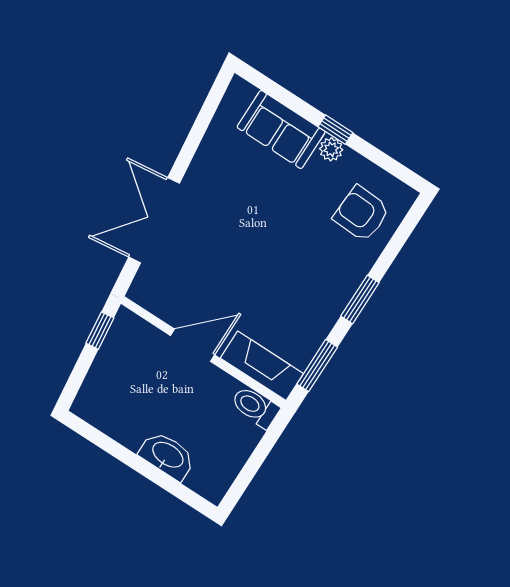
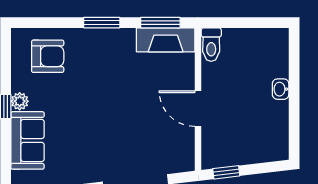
armchair: (362, 214) -> (48, 56), turned -93
fireplace: (262, 366) -> (166, 40), moved, turned -90
washbasin: (167, 455) -> (281, 89), width x0.52, depth x0.69

